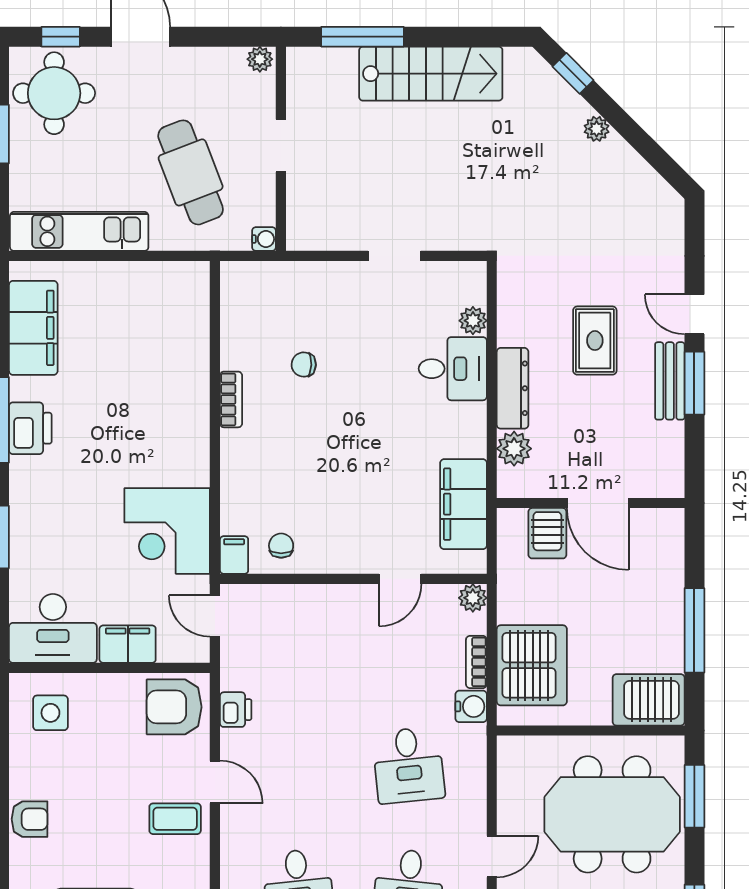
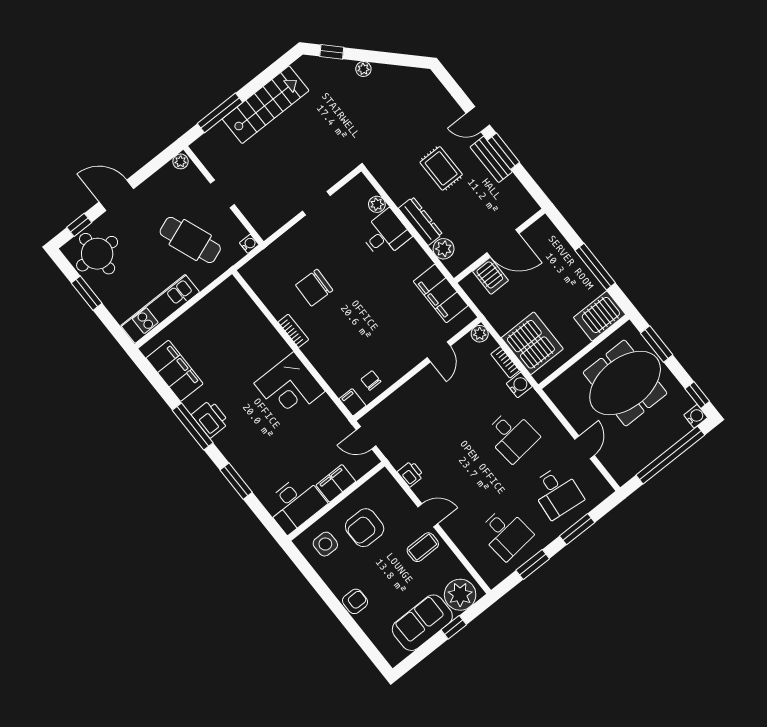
chair: (304, 365) -> (314, 288), width x1.87, depth x1.87
corner desk: (167, 531) -> (290, 387), moved
armchair: (174, 707) -> (365, 528), moved

